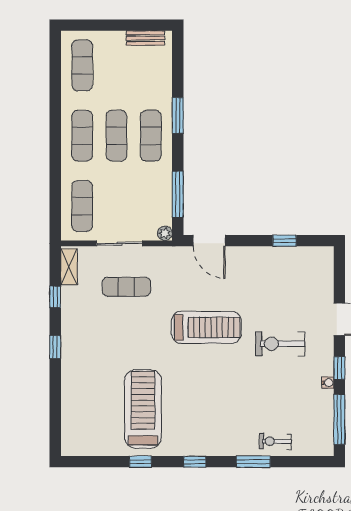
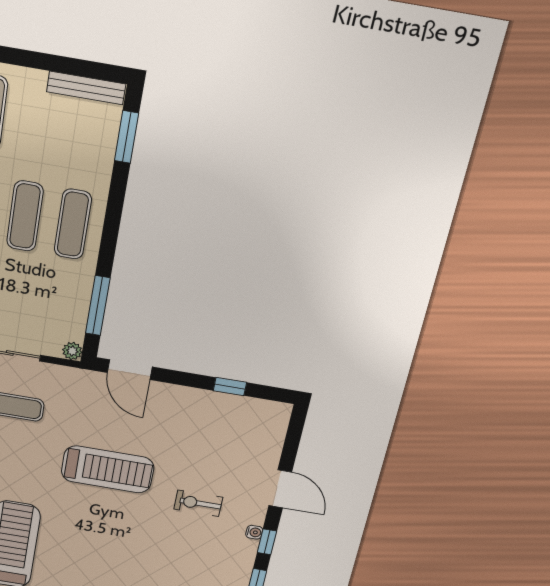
bench: (145, 38) -> (86, 88), width x1.36
window: (178, 115) -> (127, 137), moved
exercise bike: (280, 344) -> (198, 503), width x0.73, depth x0.72
water cooler: (328, 383) -> (254, 532), moved

